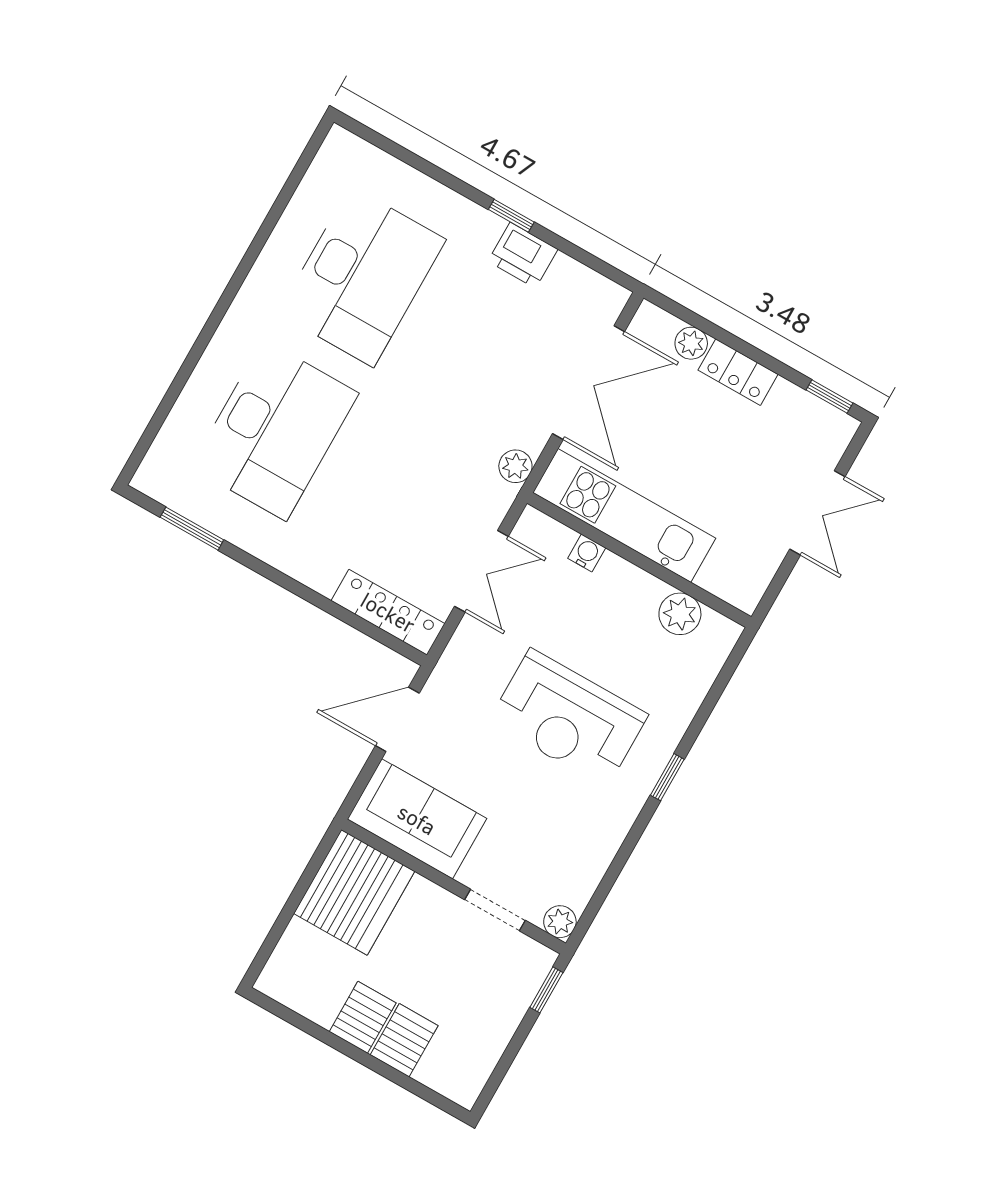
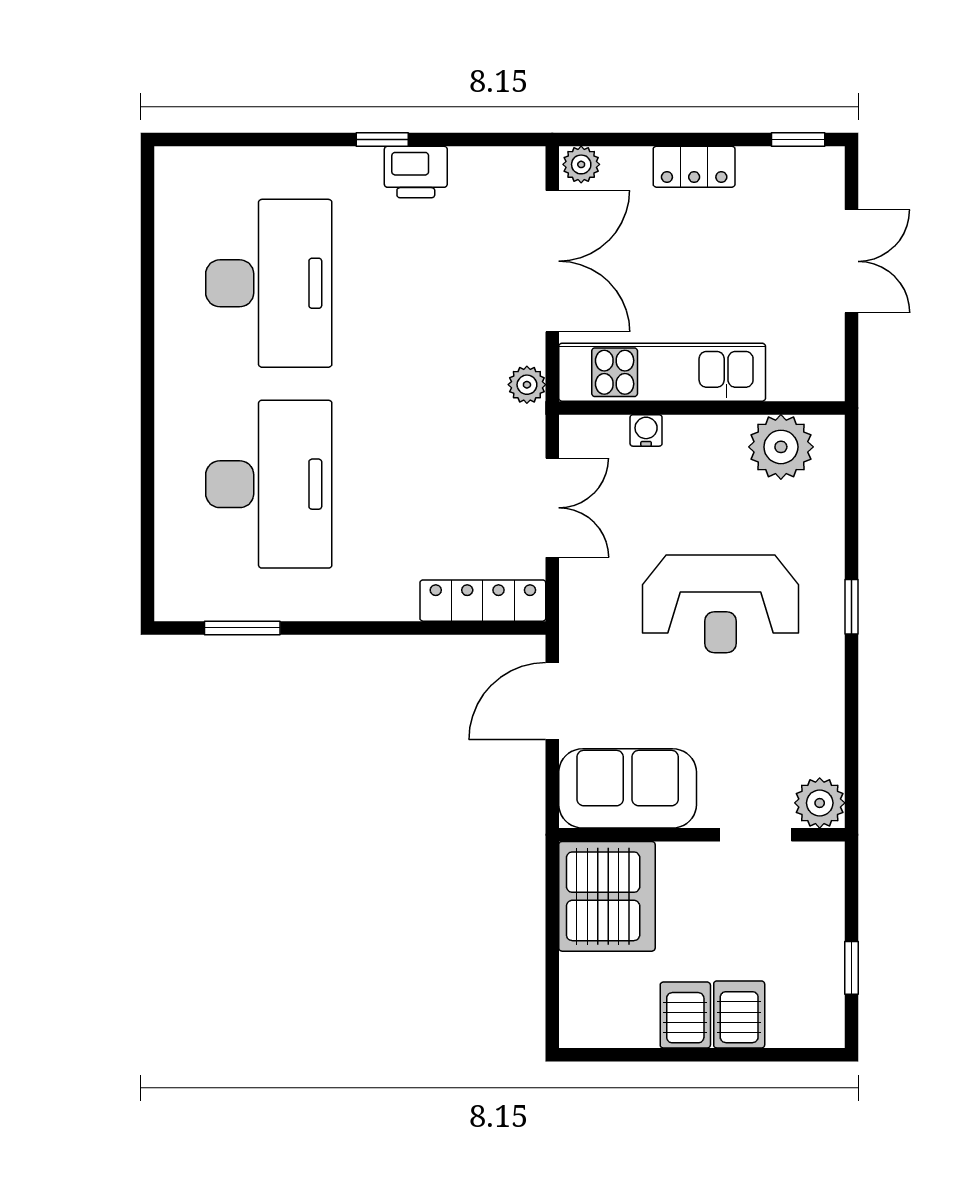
plant: (691, 343) -> (581, 164), moved
plant: (680, 614) -> (781, 447), width x1.36, depth x1.36
plant: (560, 922) -> (820, 803), width x1.38, depth x1.38
window: (546, 990) -> (851, 968), moved

